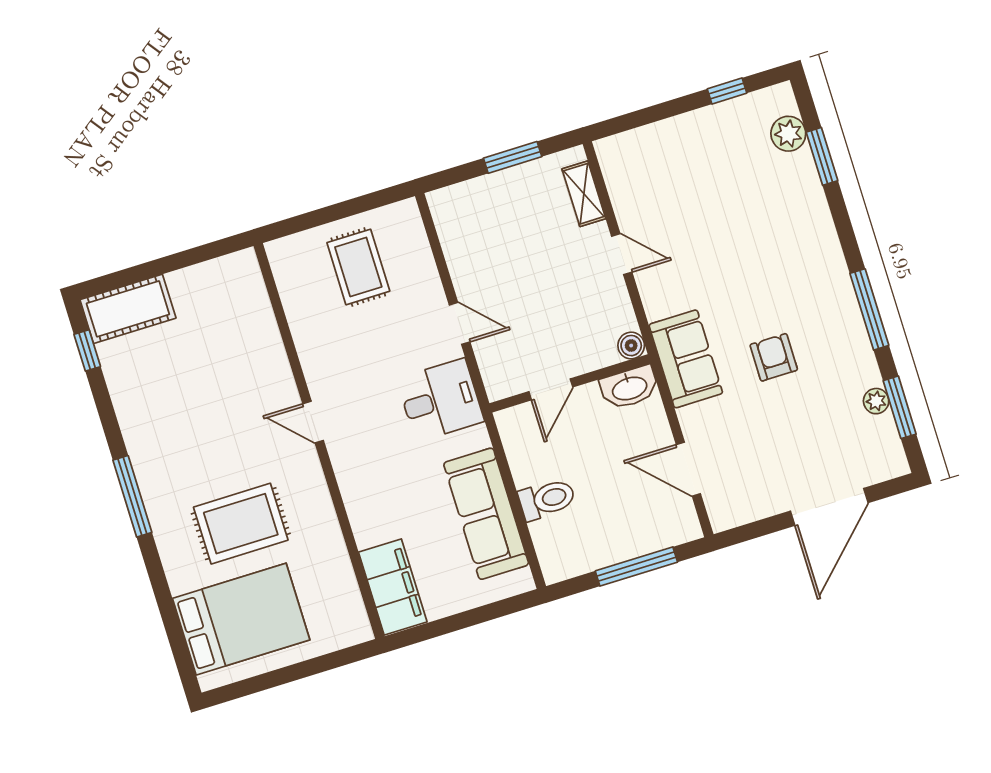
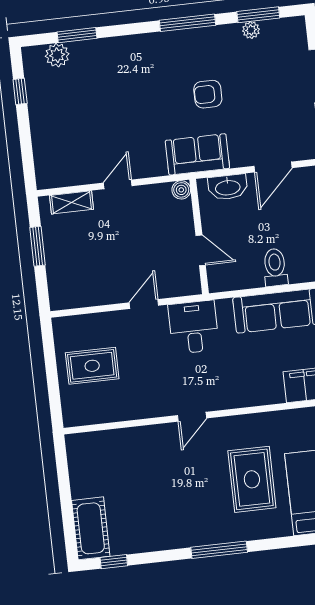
washbasin: (629, 388) -> (228, 187), moved, turned 90

